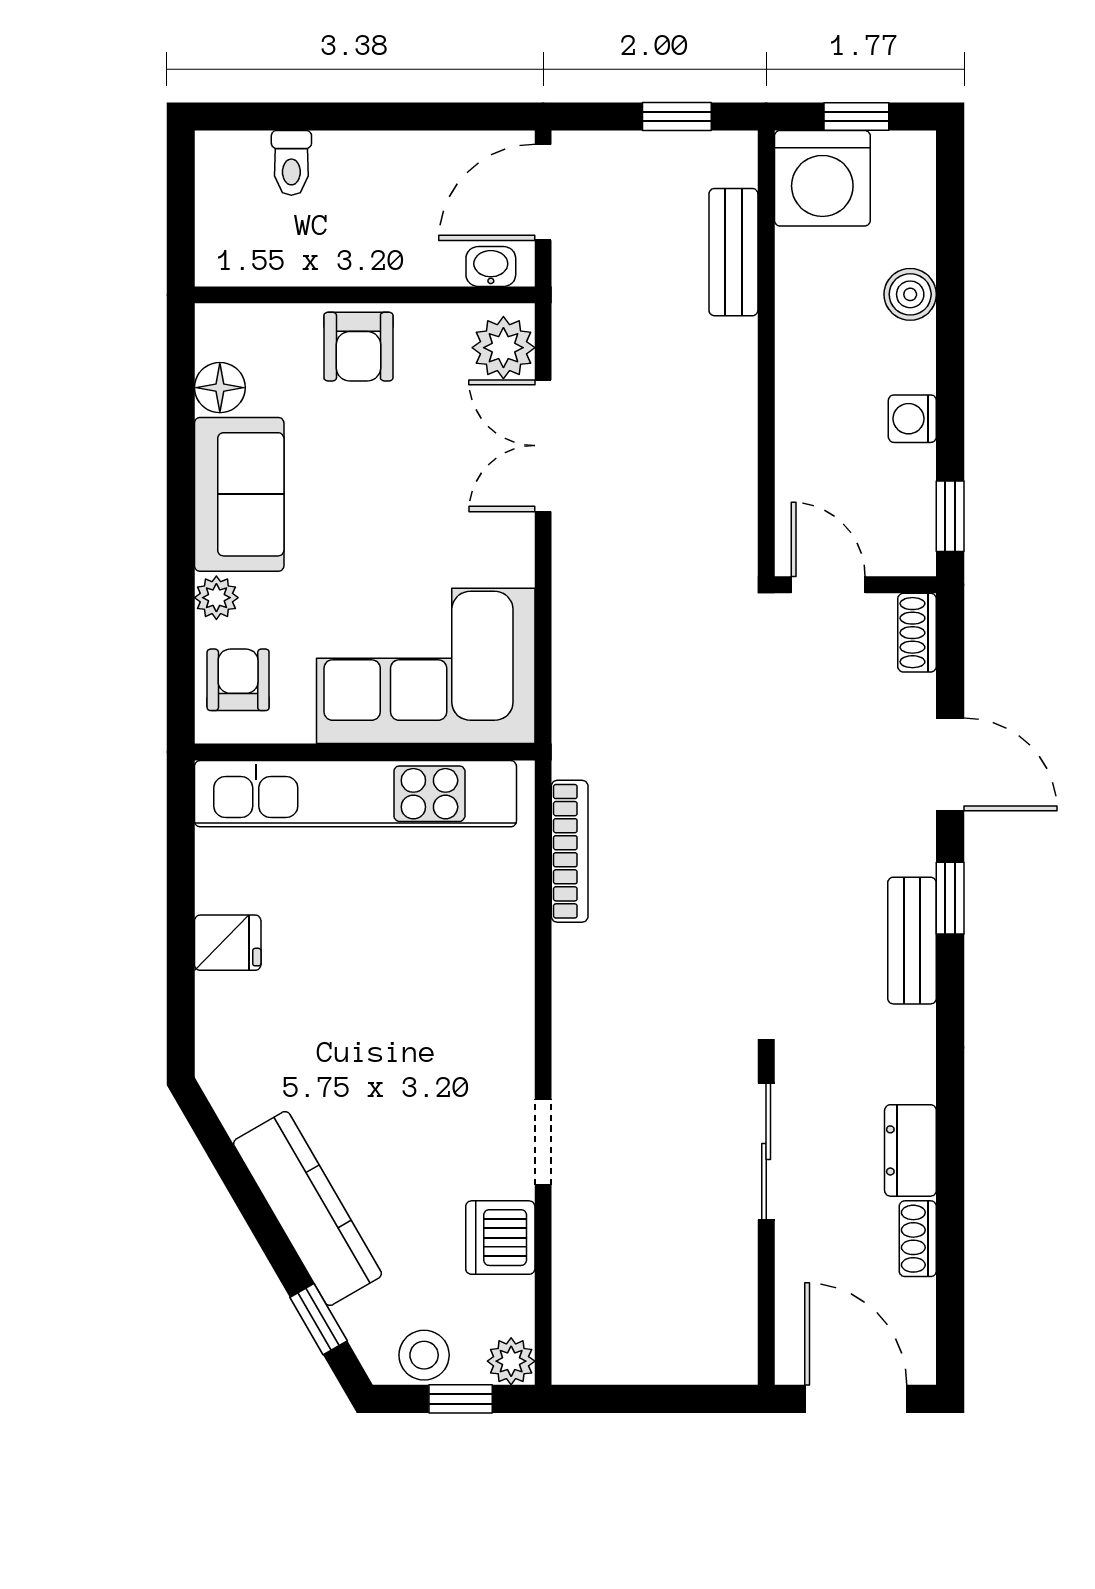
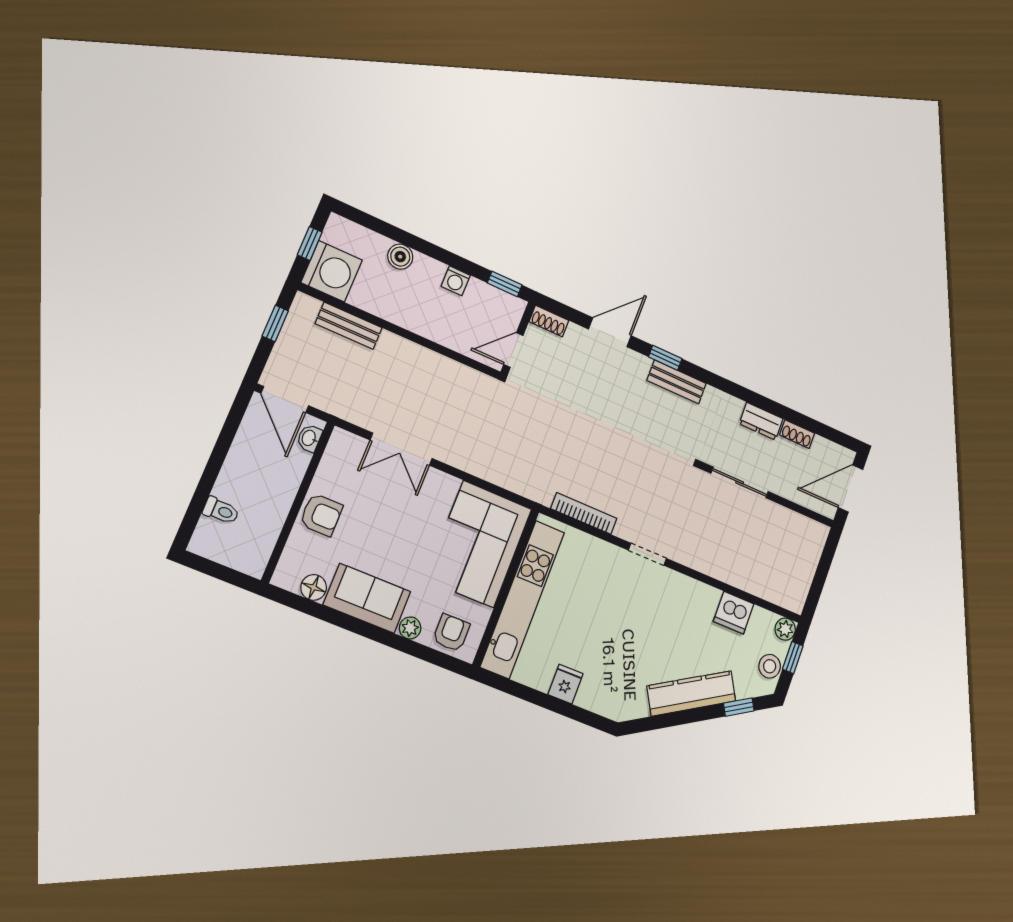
plant: (503, 348) -> (349, 448), removed
armchair: (238, 680) -> (451, 633), turned 90
doorway: (543, 1142) -> (647, 554), moved

